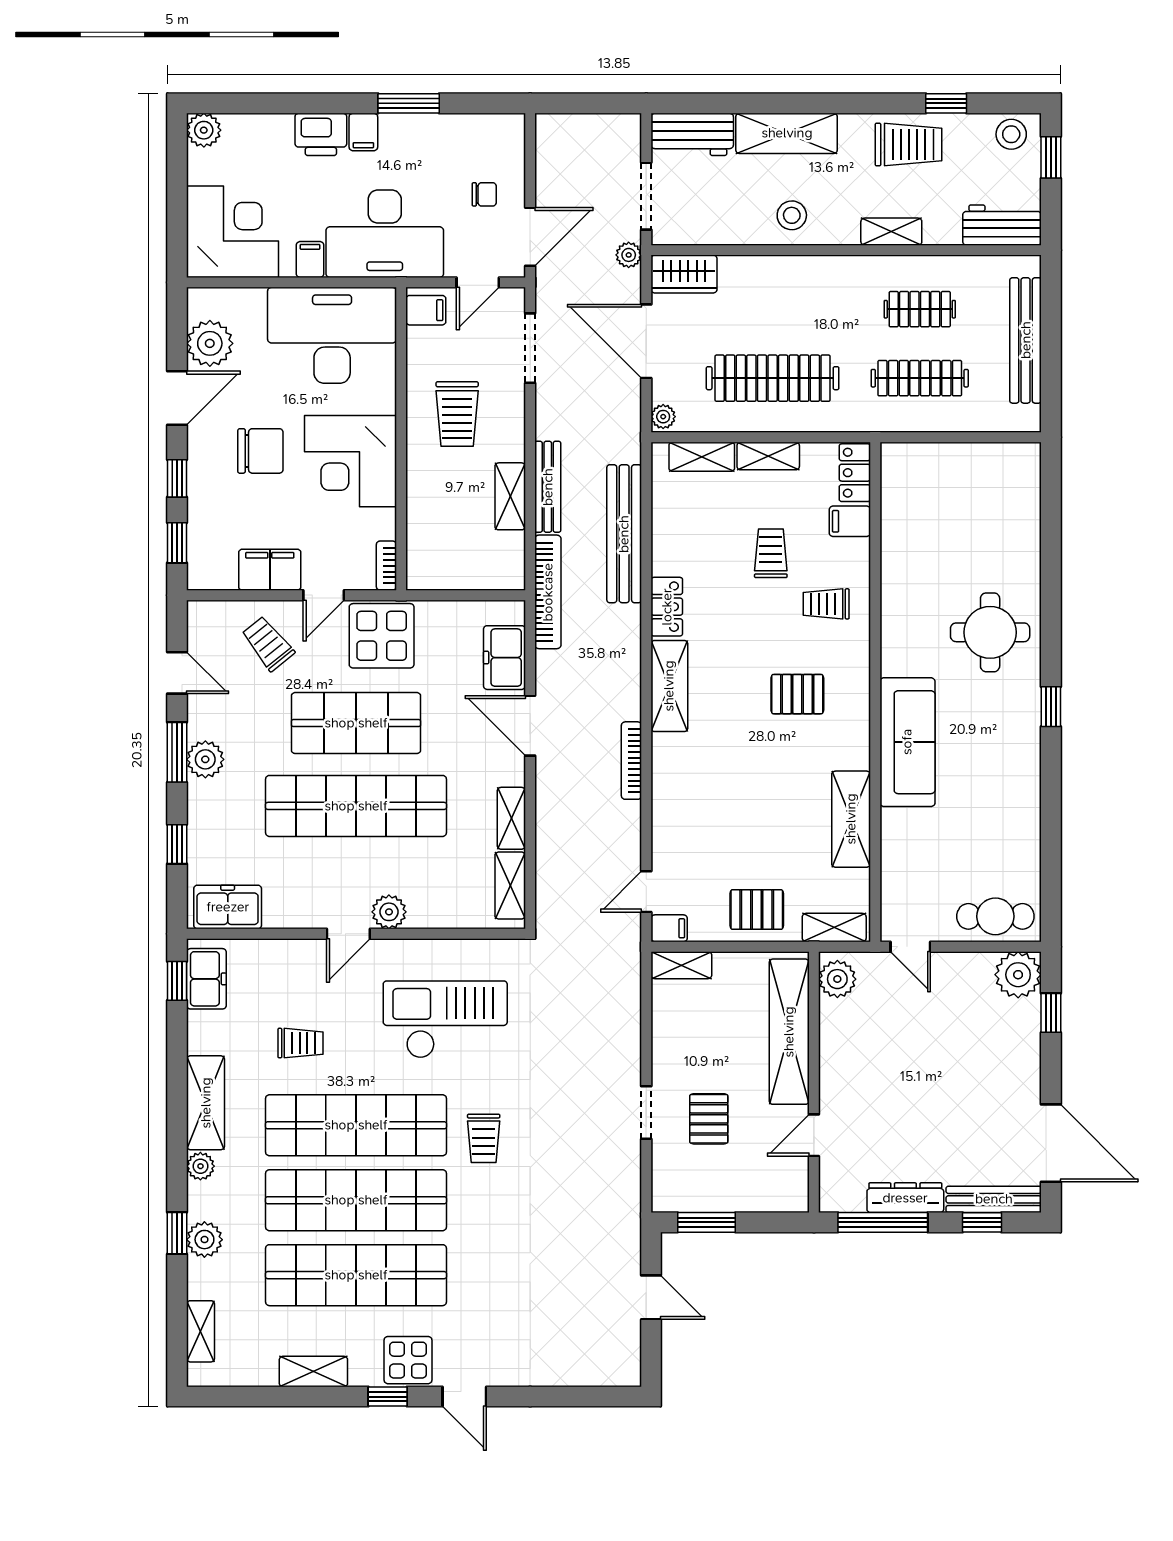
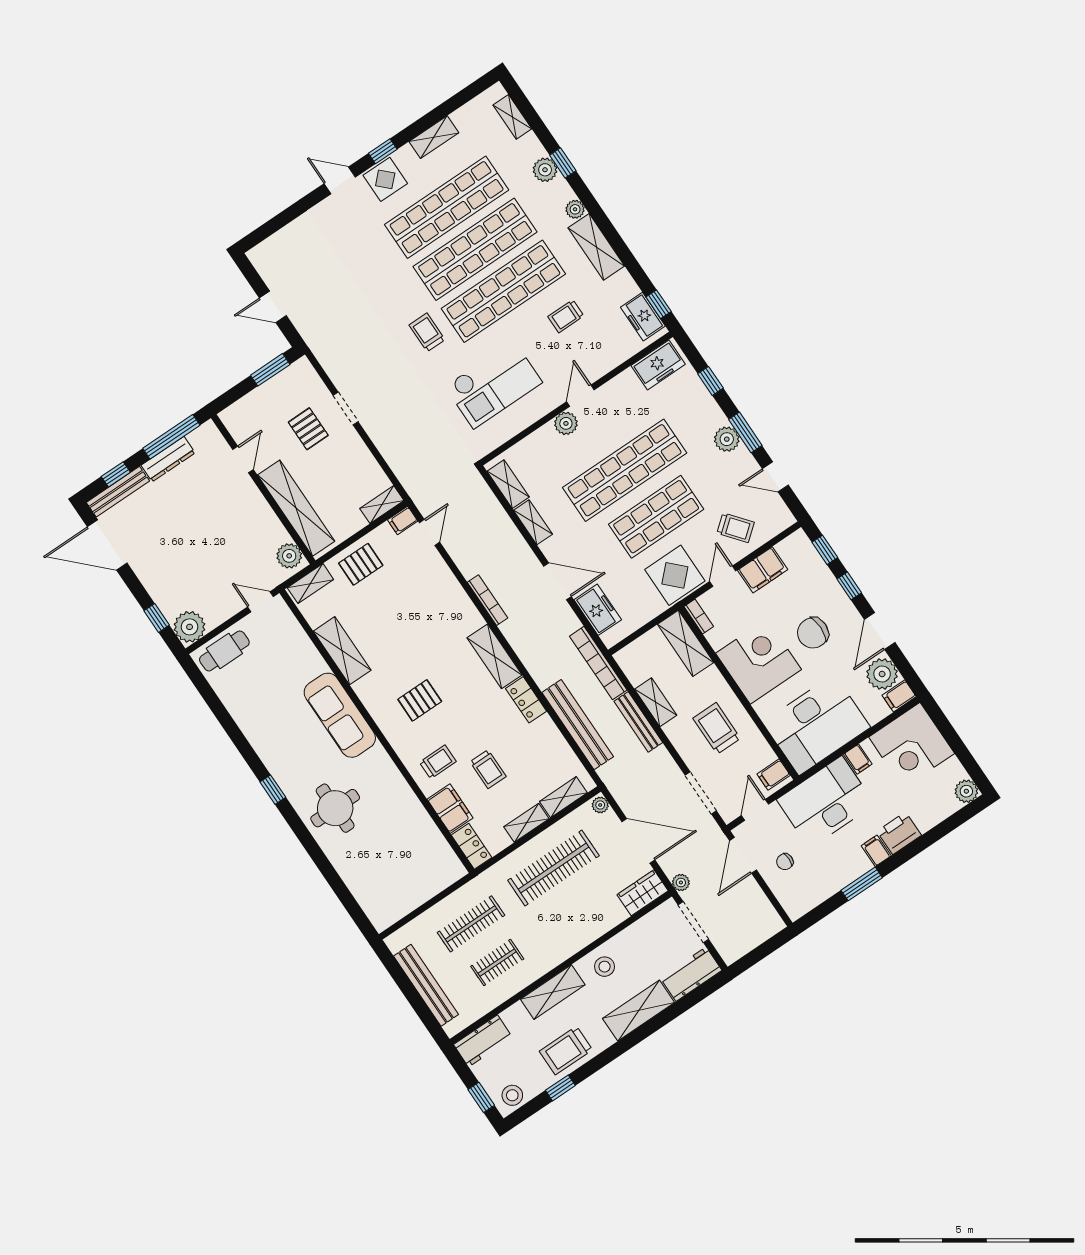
shelving: (891, 232) -> (553, 992), width x1.50, depth x1.33
filing cabinet: (207, 302) -> (899, 696), added
filing cabinet: (850, 521) -> (450, 809), width x2.00
shelving: (425, 544) -> (686, 643), added

